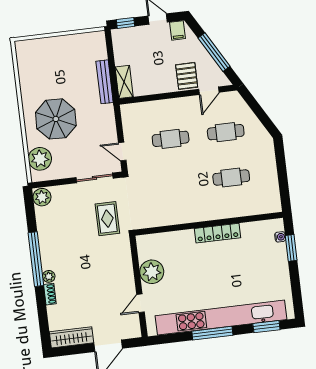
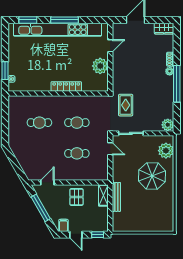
pallet: (187, 76) -> (76, 197), moved
cafe table: (226, 132) -> (77, 123), moved
locker: (218, 233) -> (66, 87), moved
wardrobe: (71, 337) -> (164, 29), width x0.67

